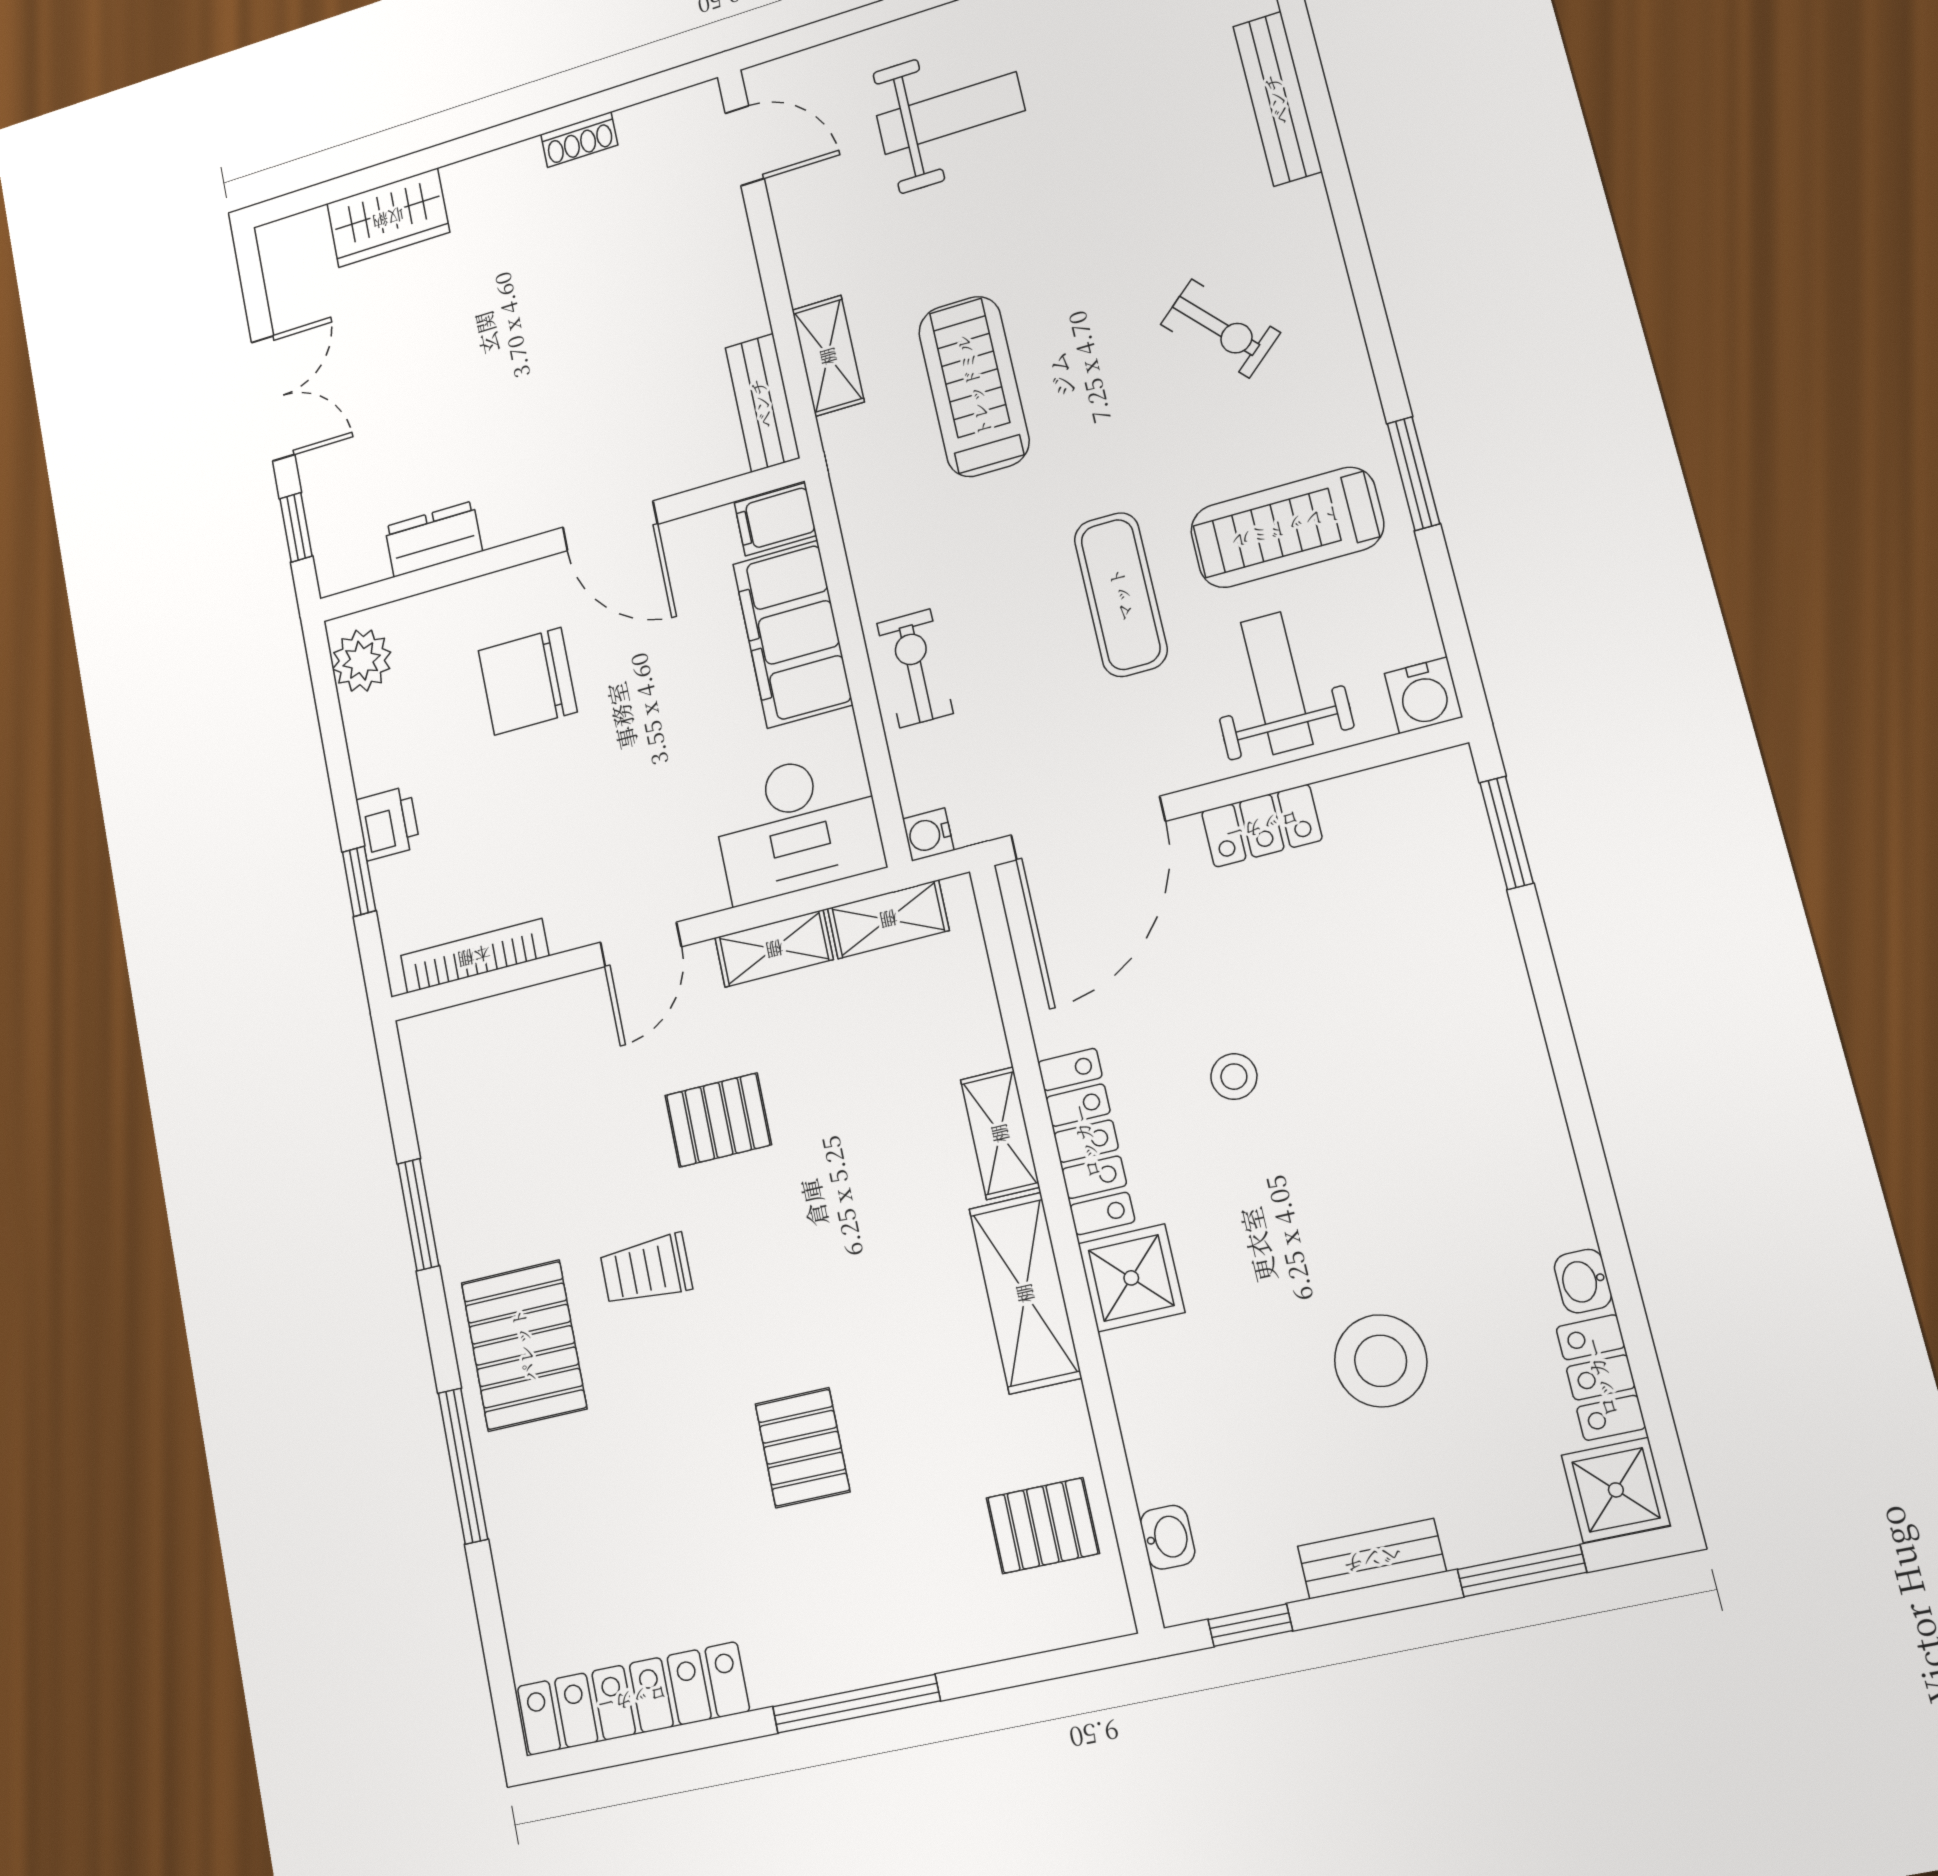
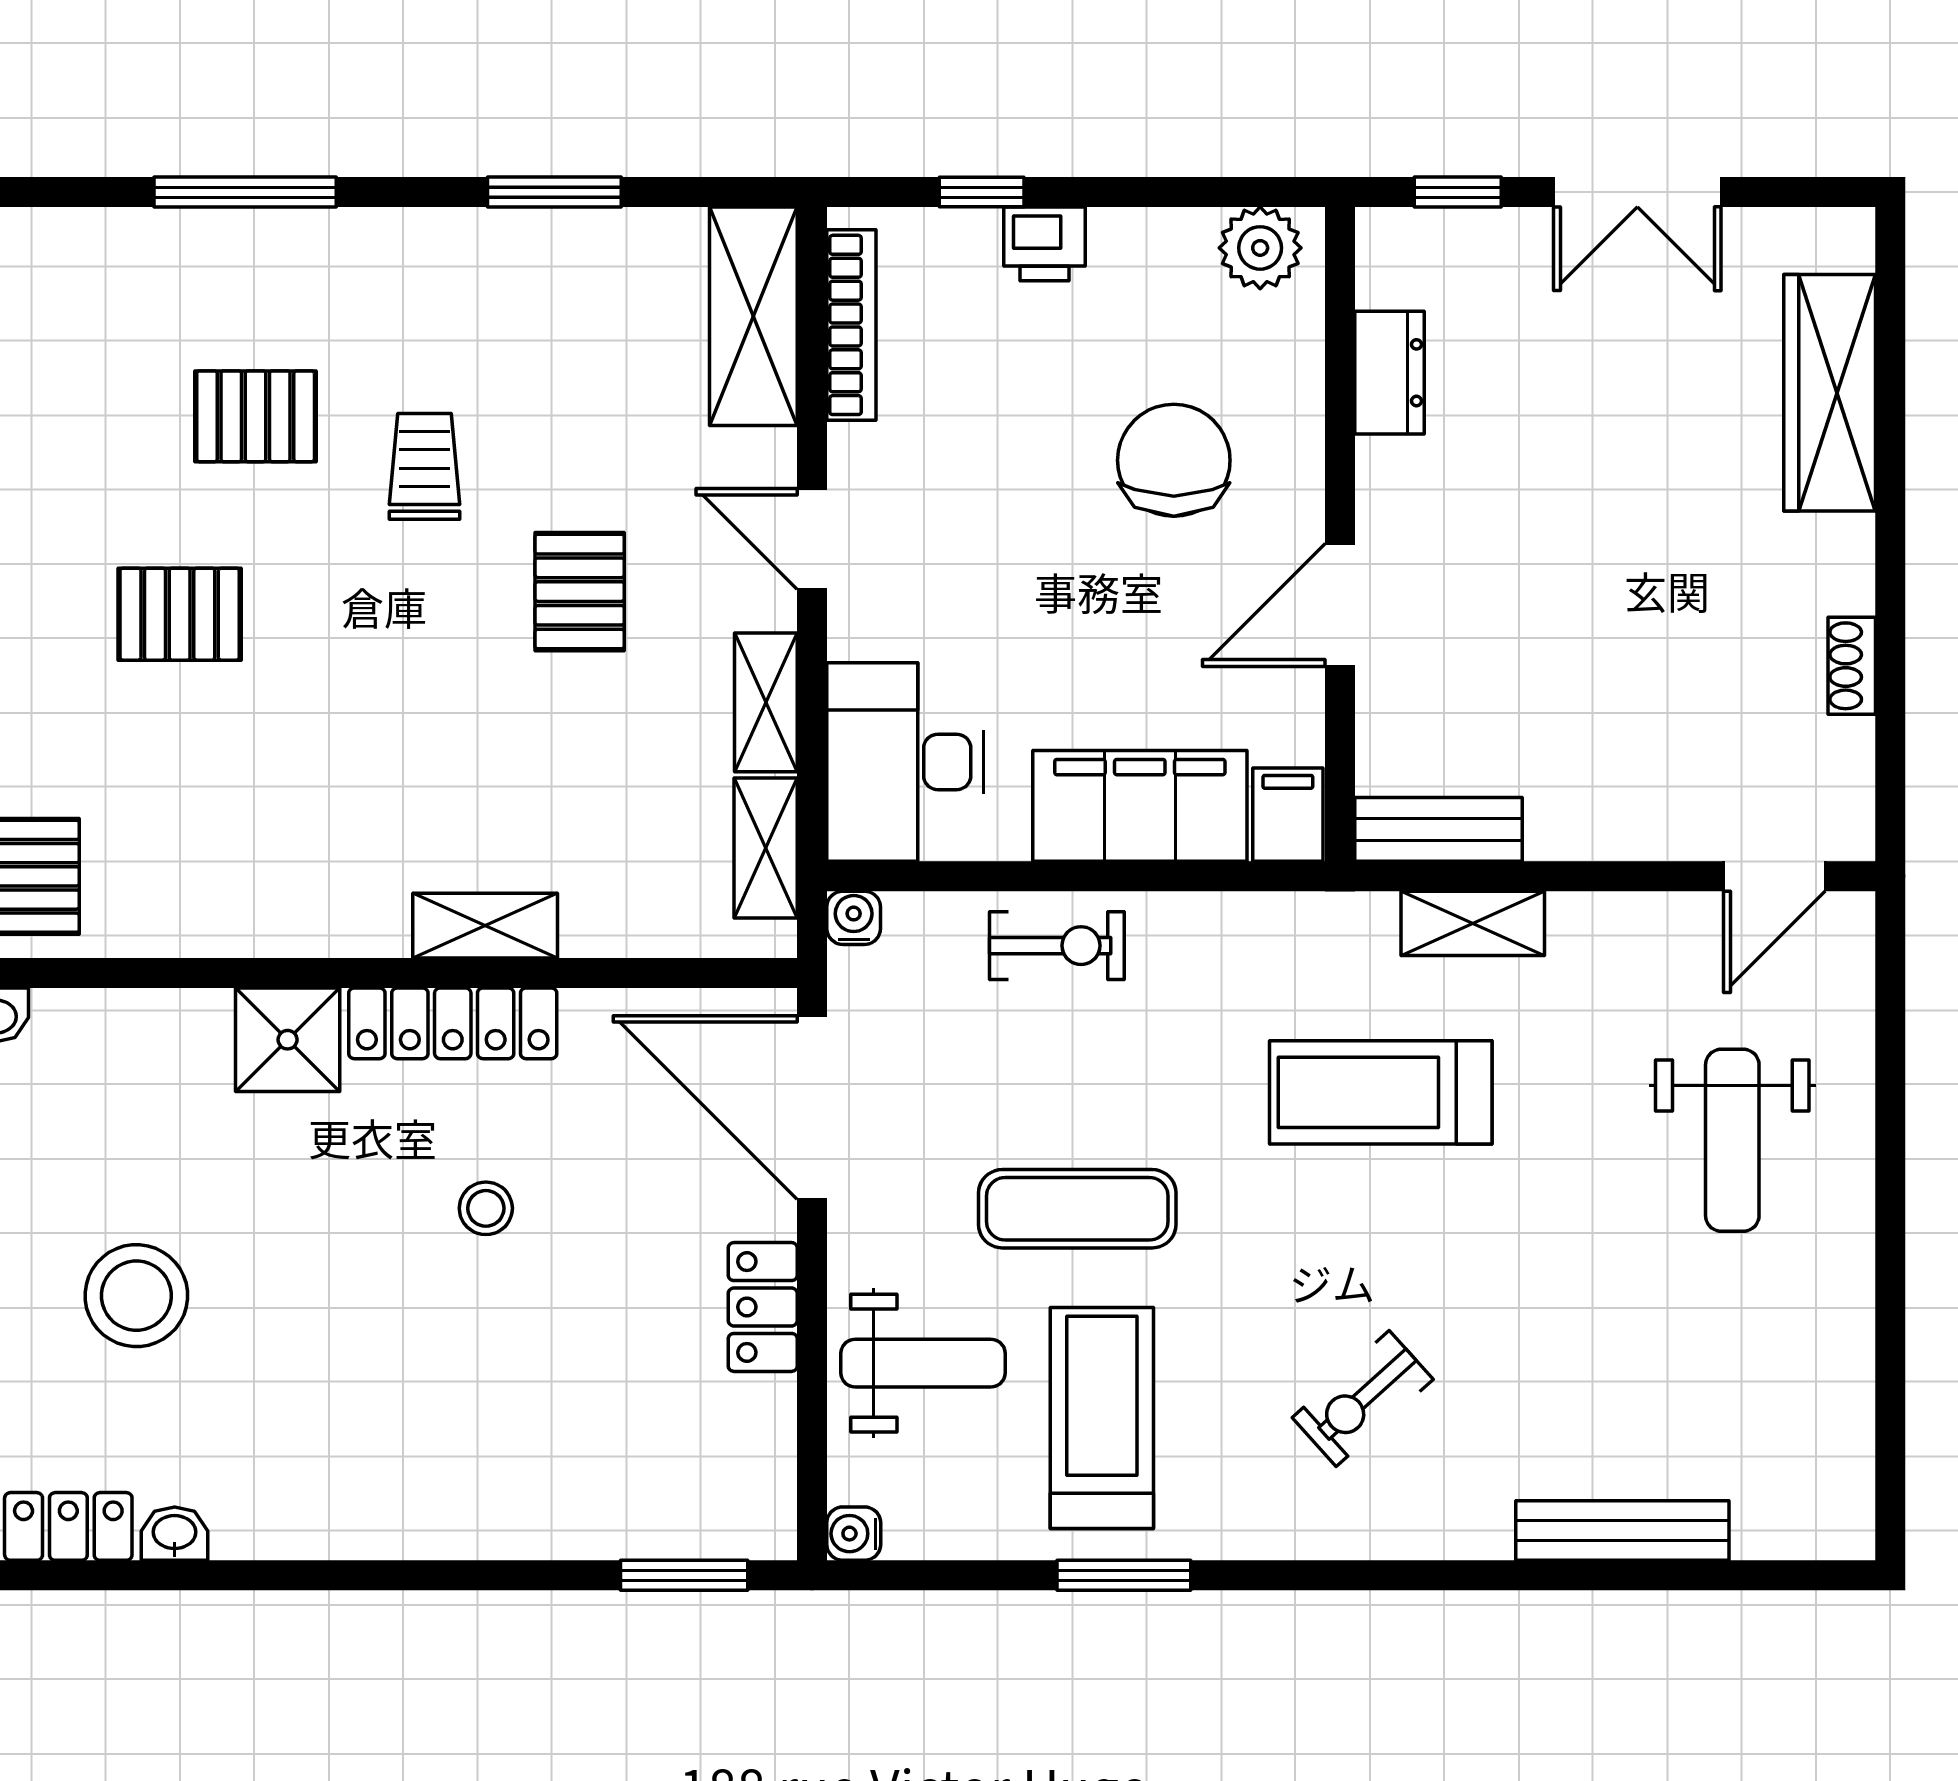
wardrobe: (388, 218) -> (1830, 393), width x1.50
treadmill: (974, 386) -> (1381, 1092), turned 180
water cooler: (1424, 695) -> (854, 1534), width x0.72, depth x0.72
shelving: (1025, 1293) -> (753, 316), moved, turned 90
pallet: (524, 1345) -> (256, 416), moved, width x0.67, depth x0.71

